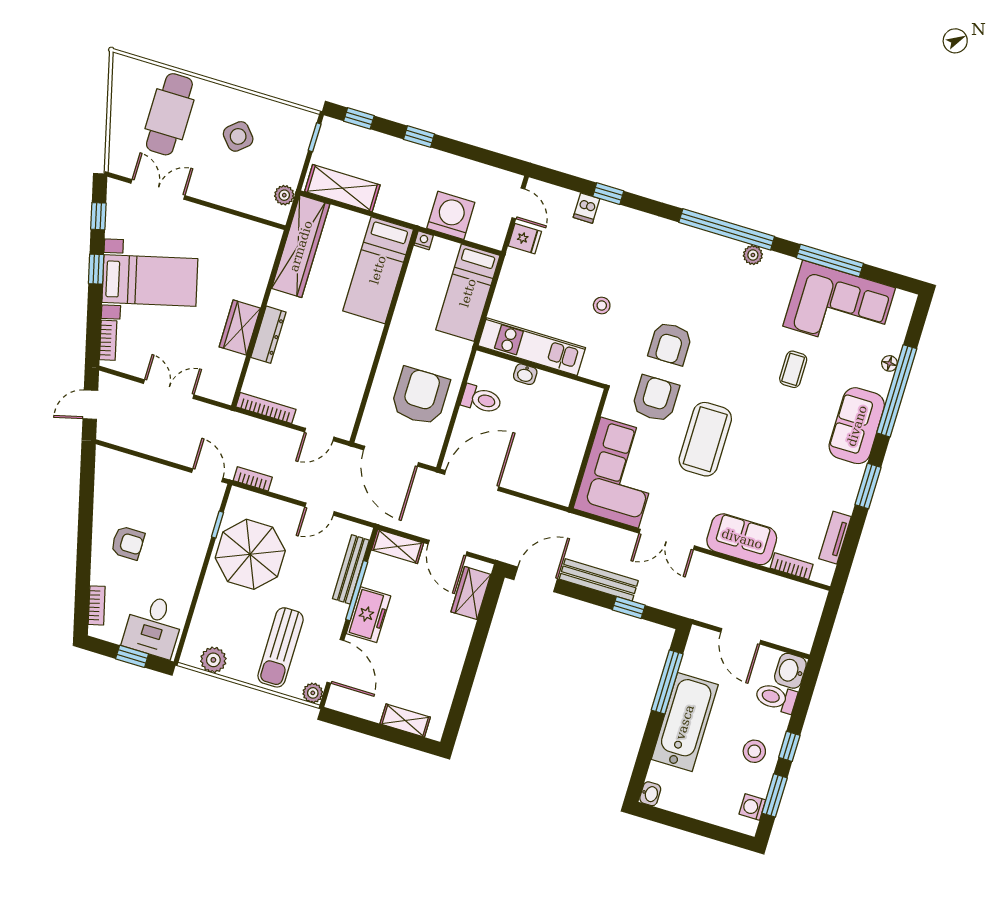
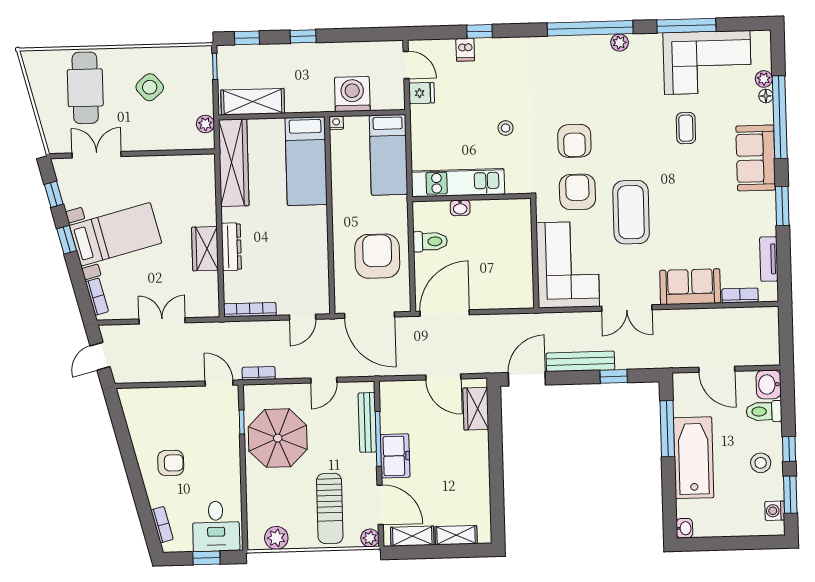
plant: (893, 345) -> (764, 79), added
shelving: (398, 546) -> (412, 536), moved

